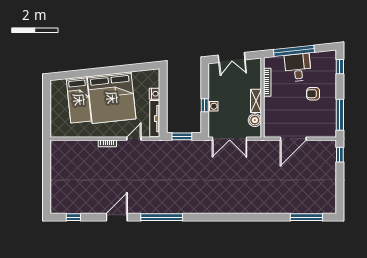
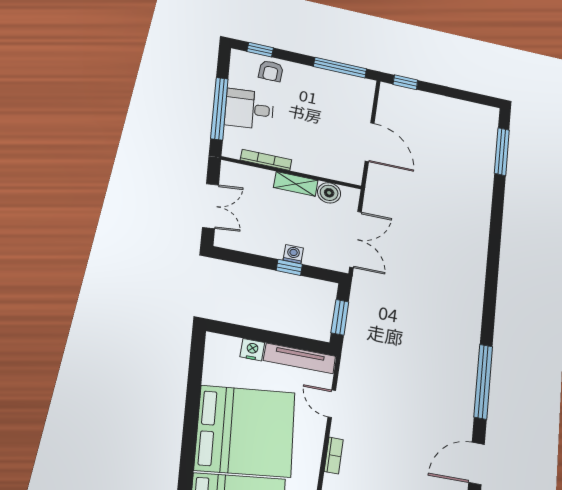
armchair: (313, 94) -> (271, 71), moved
door: (117, 217) -> (477, 463), hinge flipped

